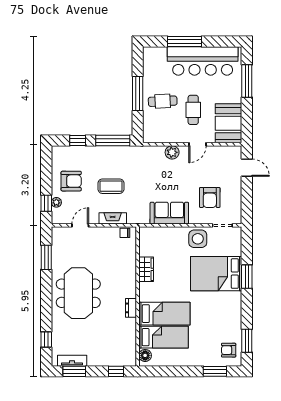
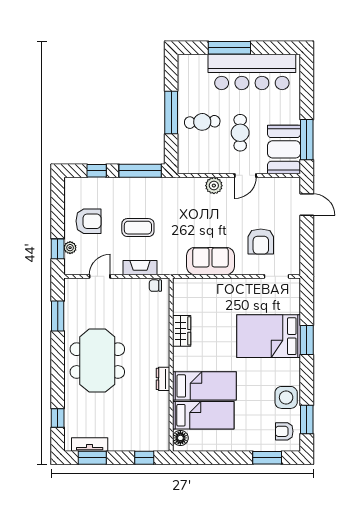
window: (247, 81) -> (307, 140), moved
side table: (198, 239) -> (286, 397), moved

